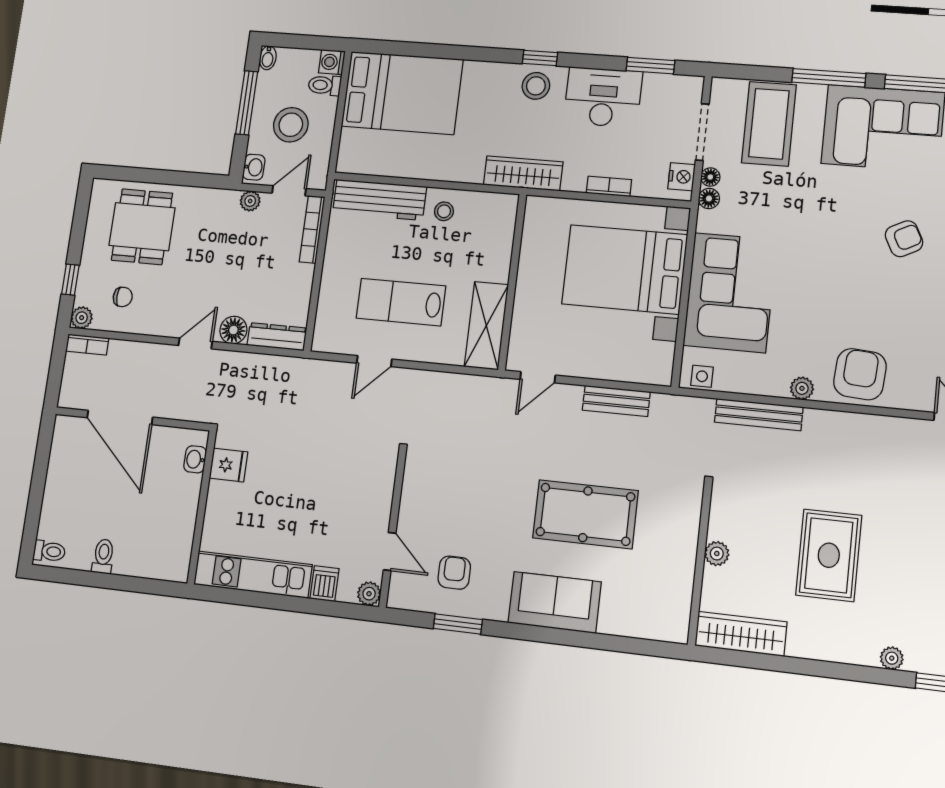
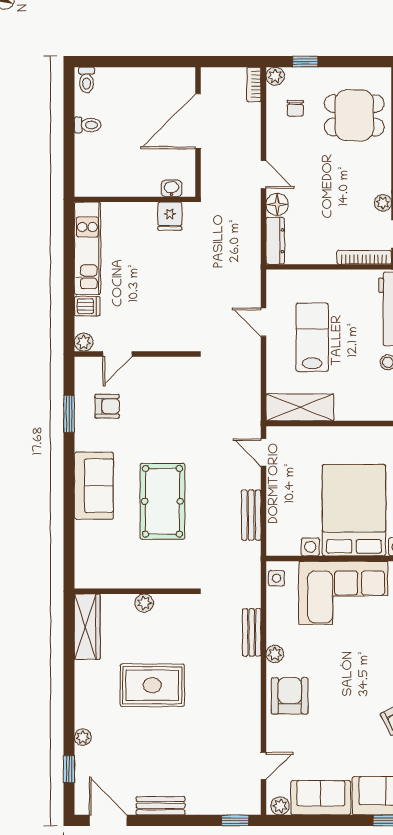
armchair: (860, 374) -> (290, 696), turned -94
bench: (759, 414) -> (252, 632), width x0.73

